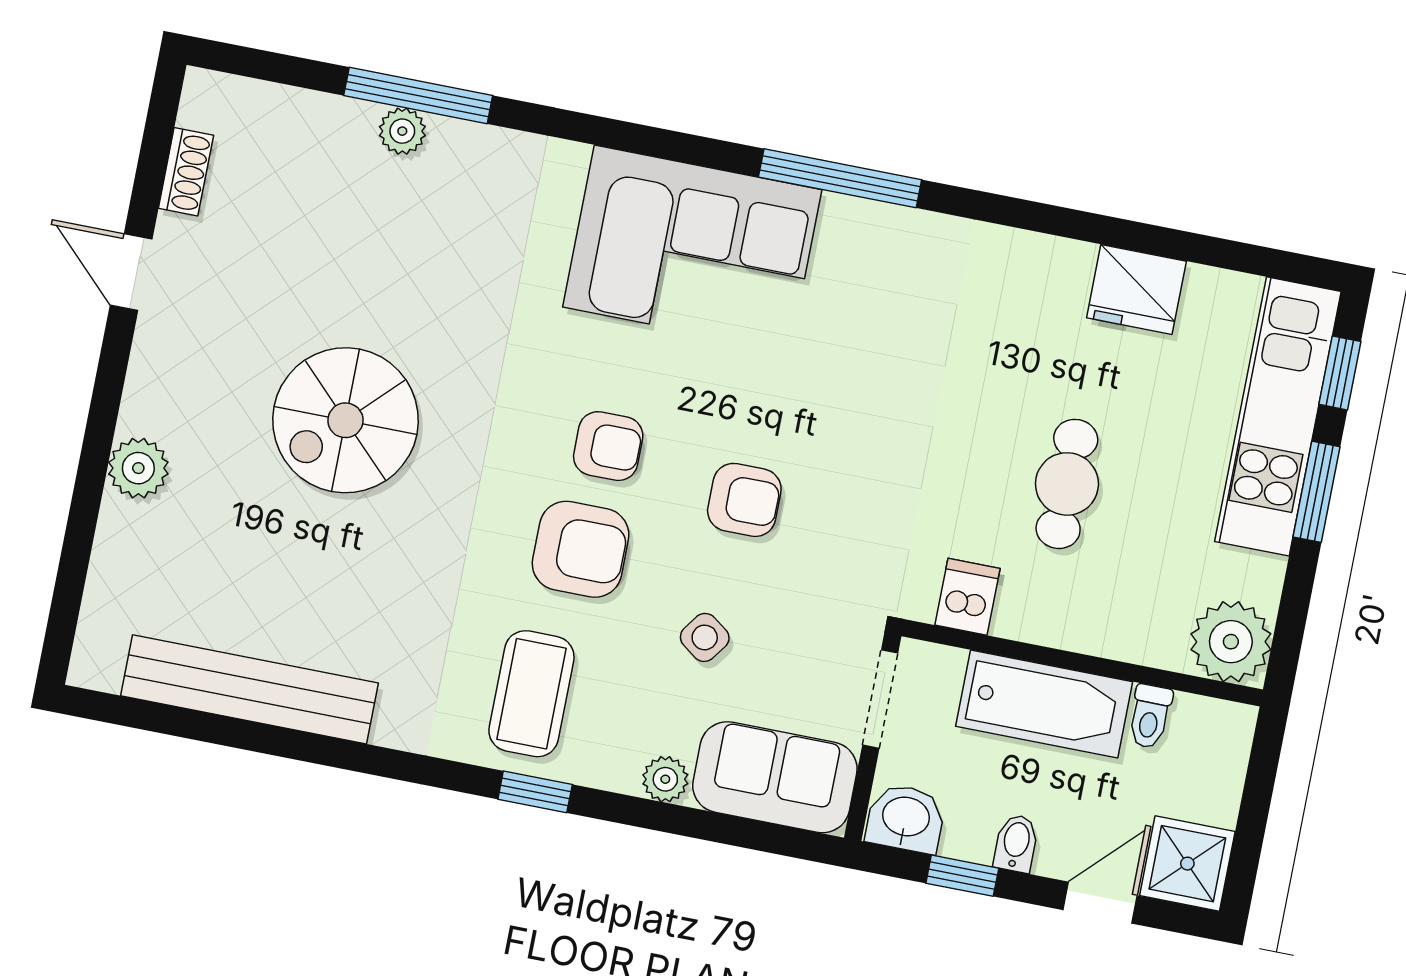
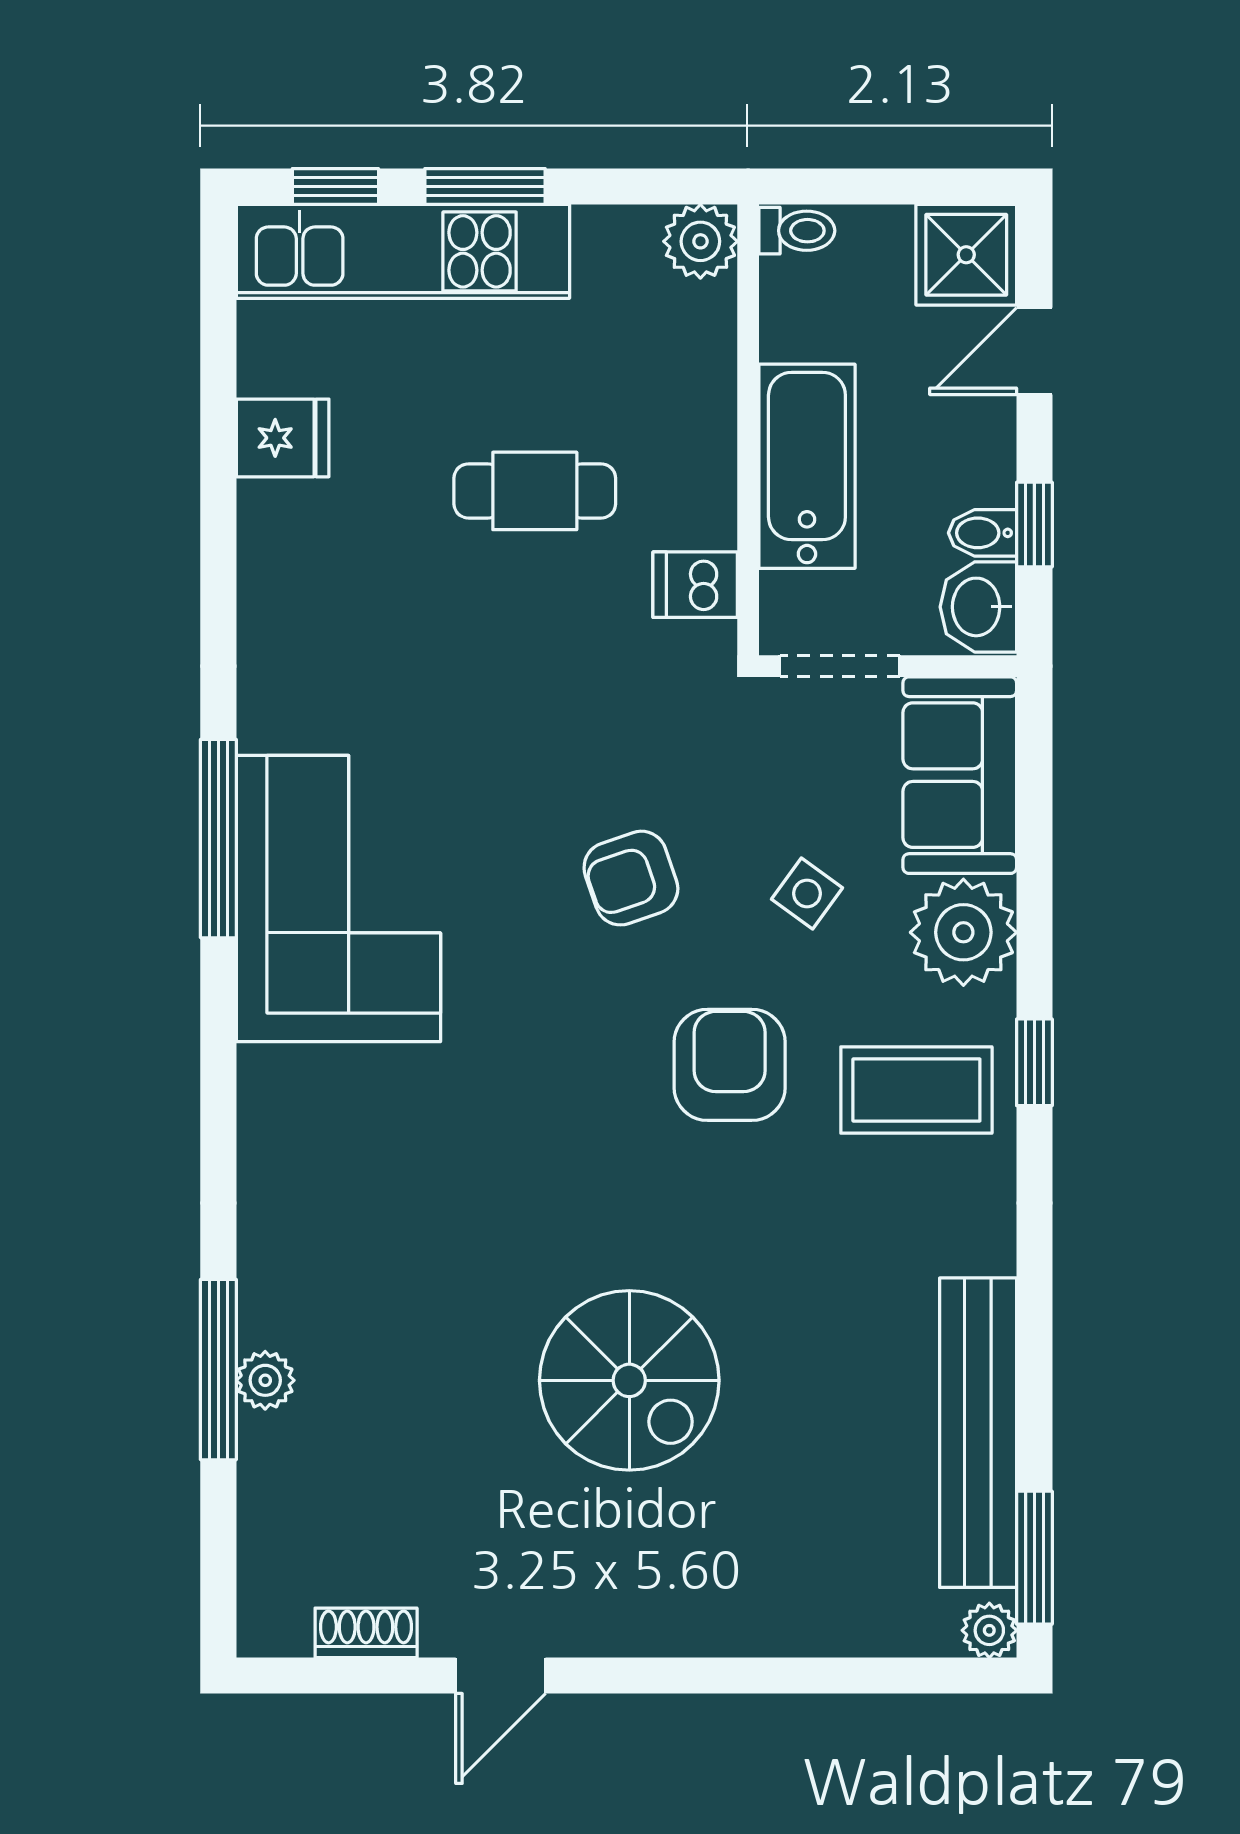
corner sofa: (692, 248) -> (338, 899), moved
fridge: (1136, 289) -> (283, 438), width x0.72
armchair: (608, 446) -> (598, 1056), removed
plant: (138, 468) -> (989, 1630), moved, width x0.73, depth x0.73
armchair: (744, 500) -> (631, 878), turned -109
plant: (1231, 642) -> (700, 241), width x0.73, depth x0.73
window: (141, 715) -> (1034, 1558), added
toilet: (1150, 716) -> (797, 231), moved
plant: (665, 779) -> (963, 932), width x1.88, depth x1.88
bidet: (1016, 843) -> (982, 533), moved
door: (1100, 903) -> (1034, 351), hinge flipped

